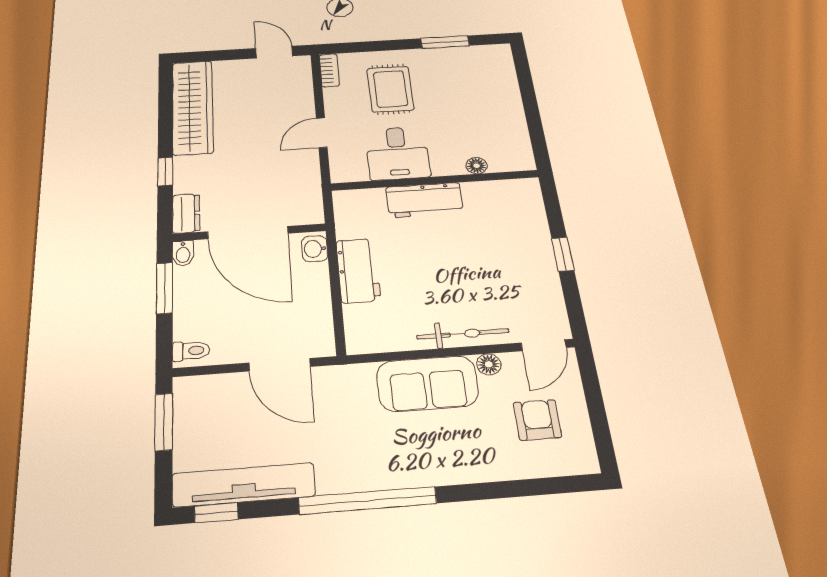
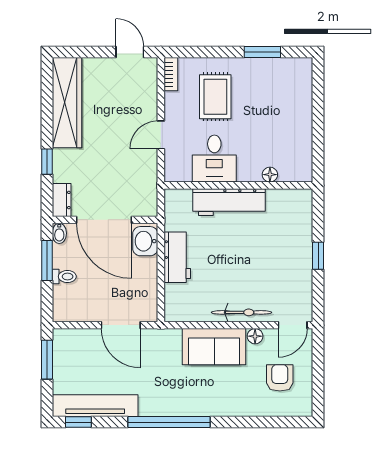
workbench: (425, 200) -> (229, 202), width x1.38
washbasin: (315, 249) -> (145, 241), width x1.38, depth x1.45
toilet: (191, 351) -> (64, 277), moved

